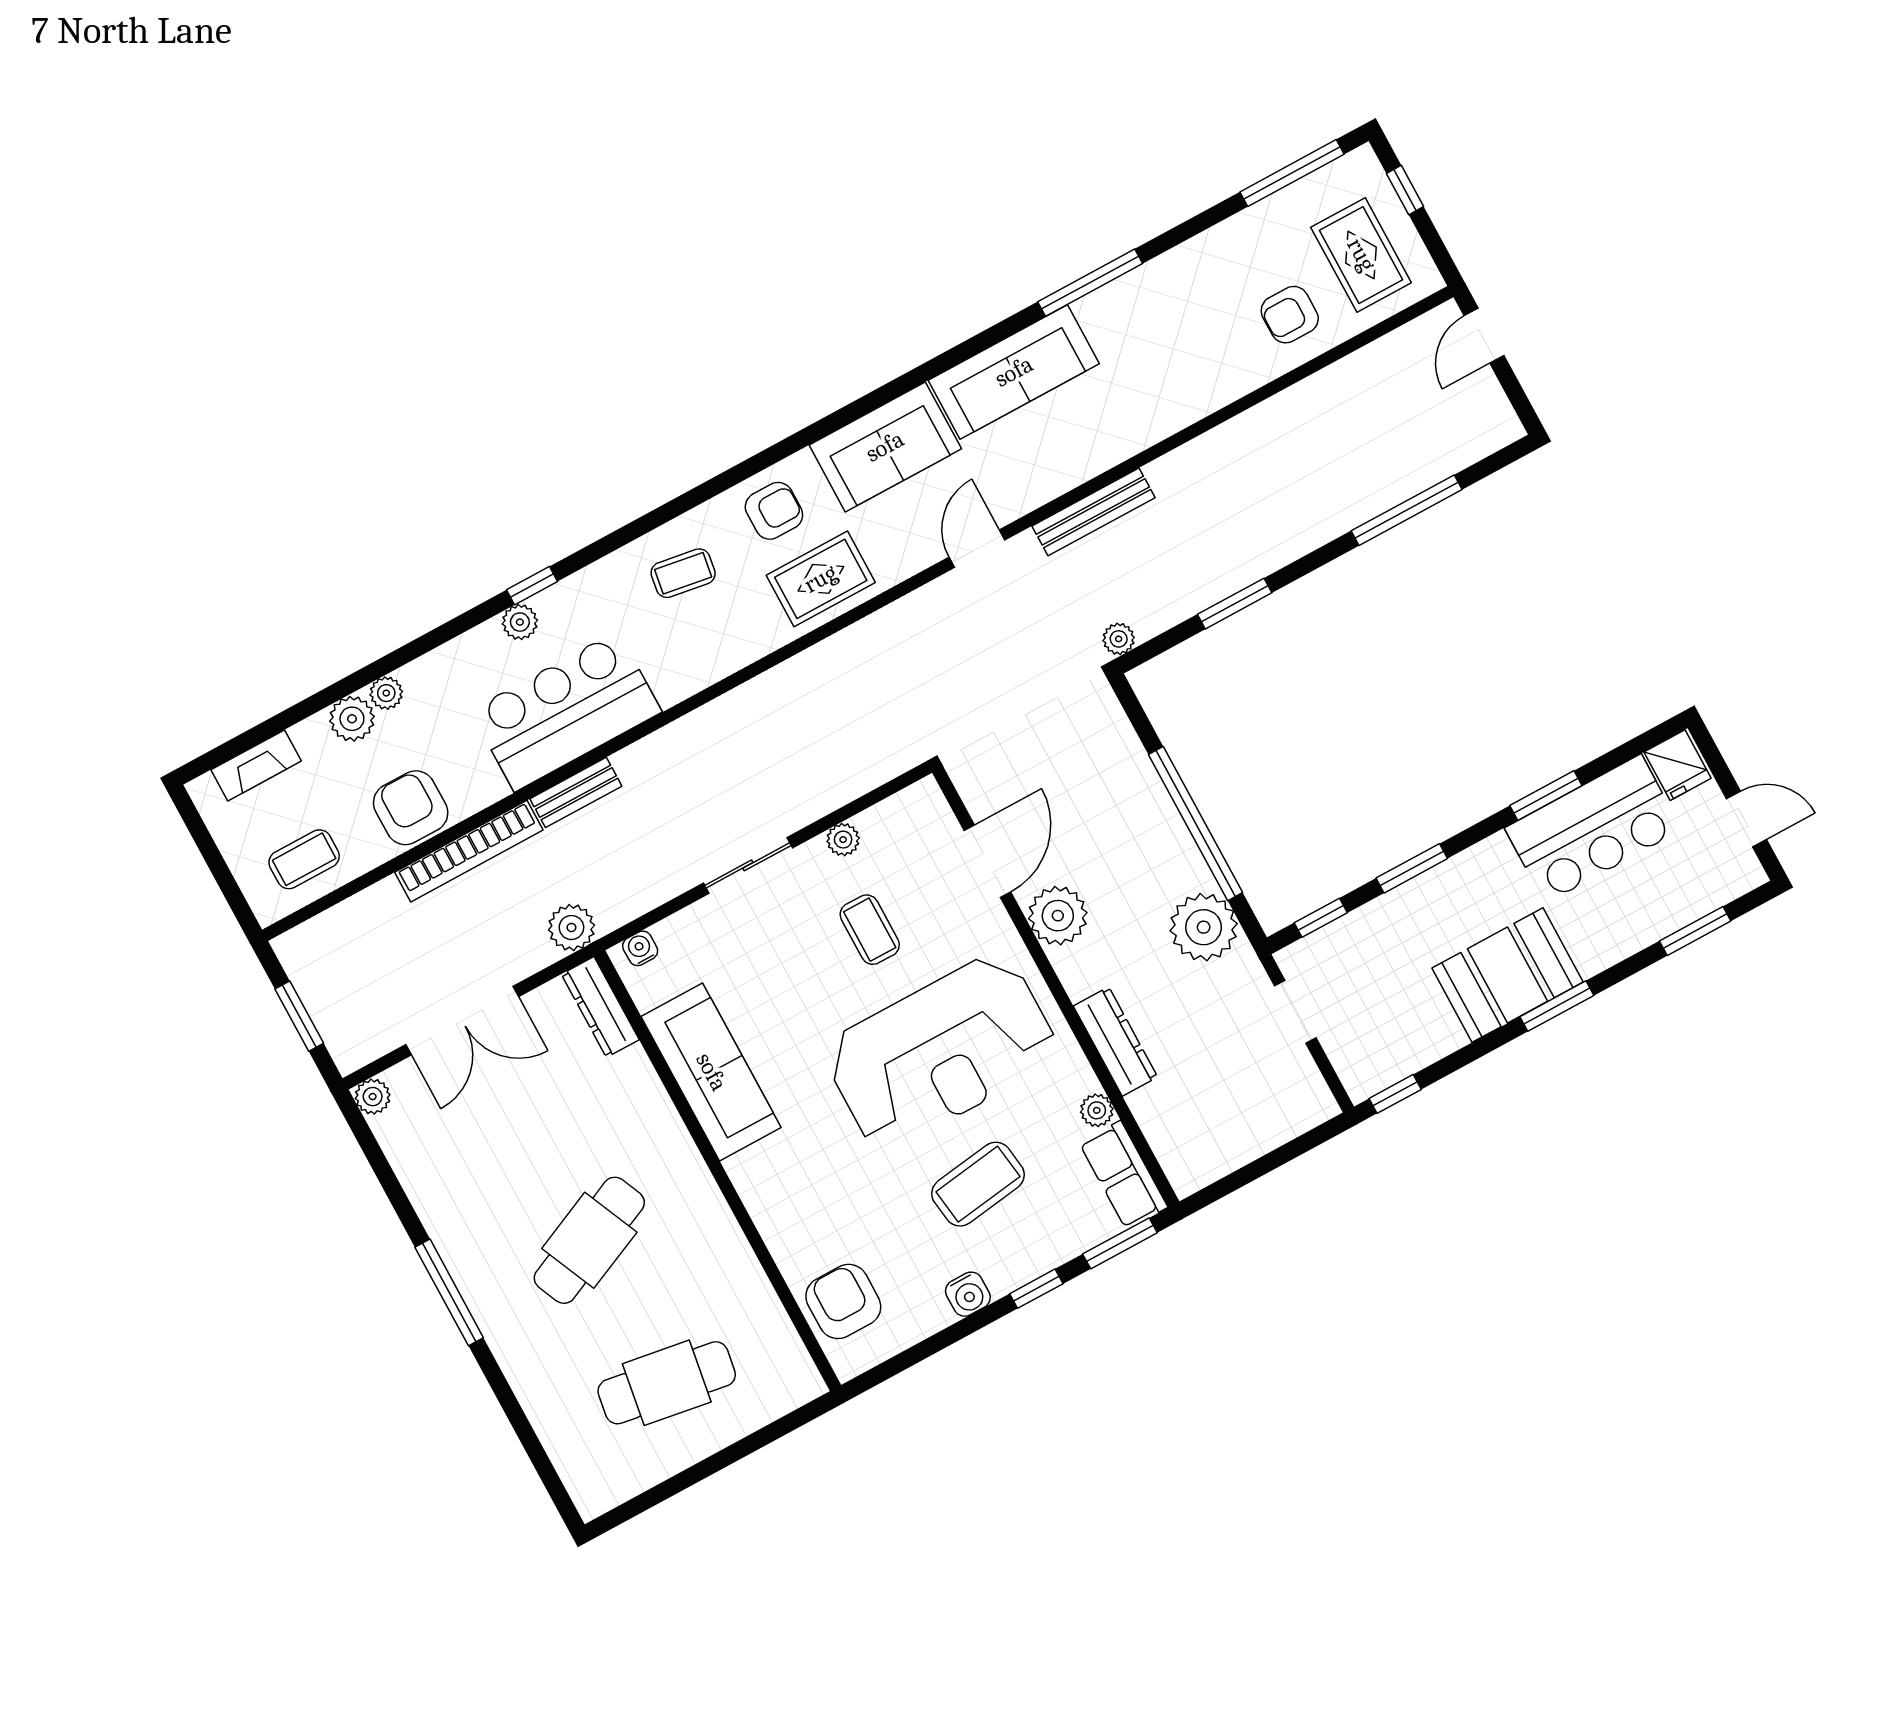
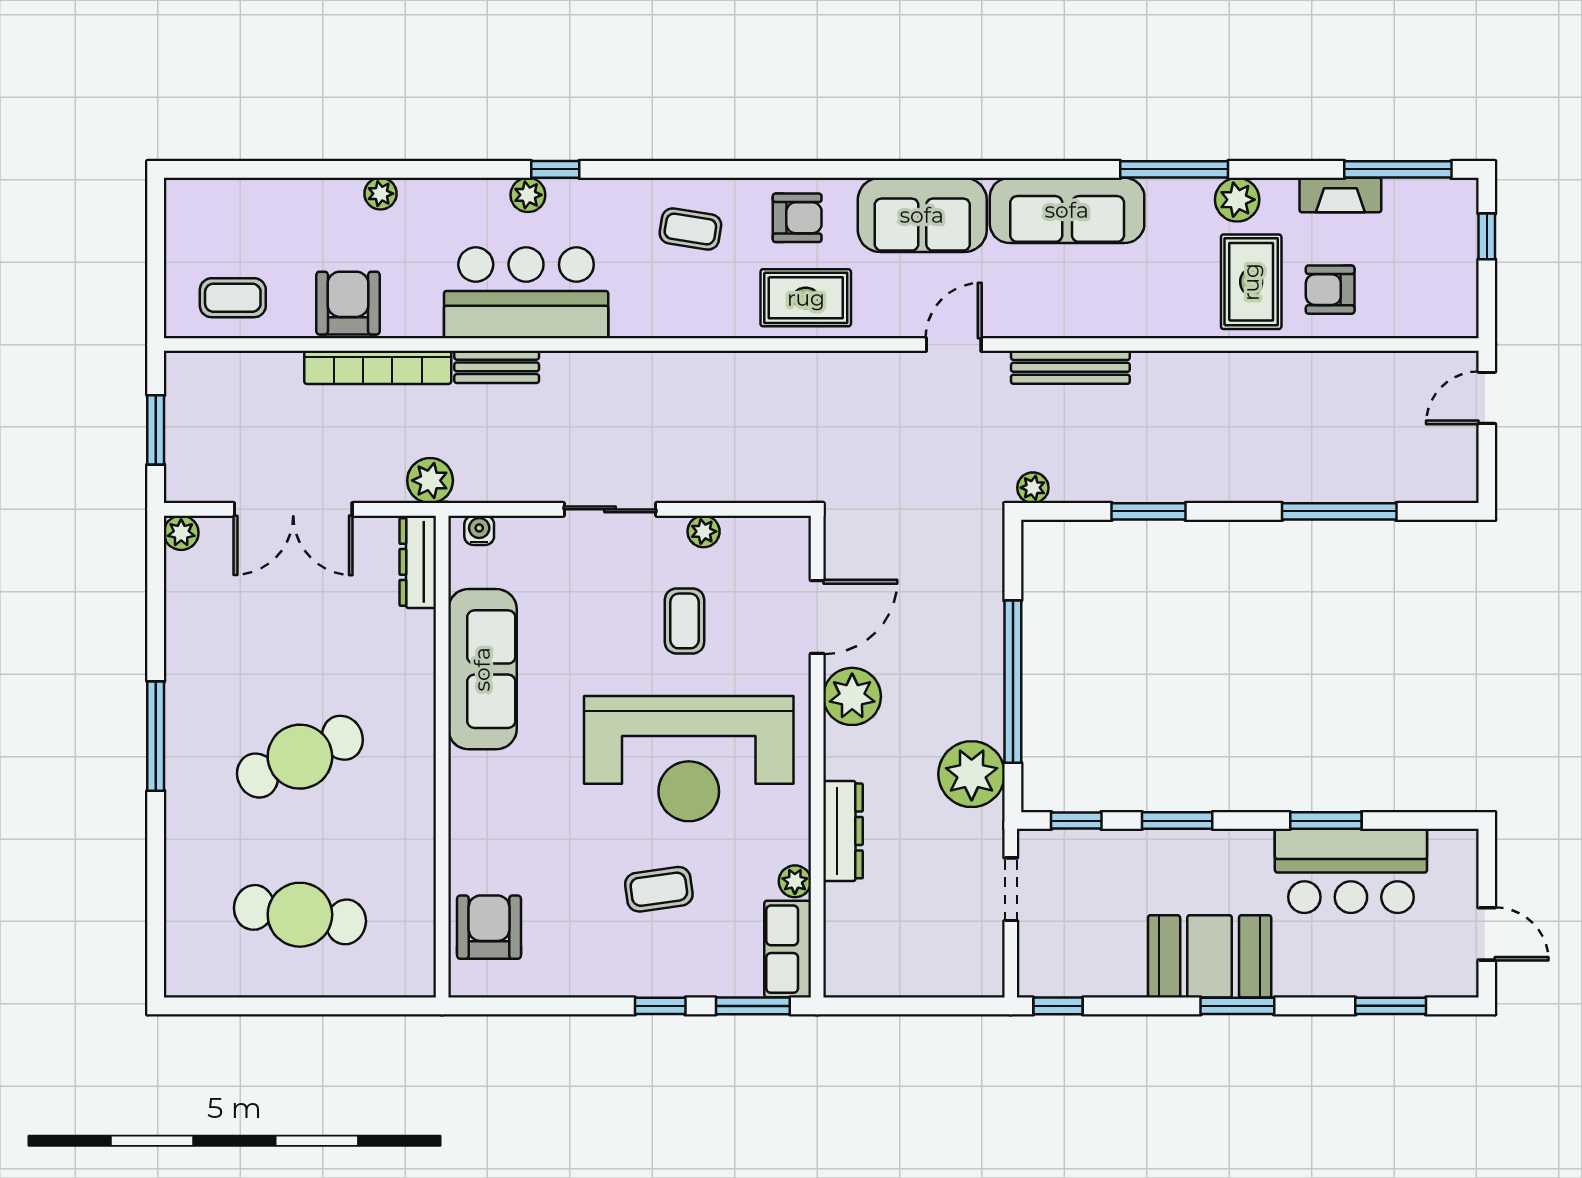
rug: (1361, 255) -> (1251, 282), moved
plant: (352, 719) -> (1237, 200), moved
fireplace: (256, 765) -> (1340, 195), moved
fridge: (1678, 765) -> (1453, 856), removed
coffee table: (978, 1184) -> (659, 889), width x0.73, depth x0.77
water cooler: (968, 1294) -> (599, 979), removed

